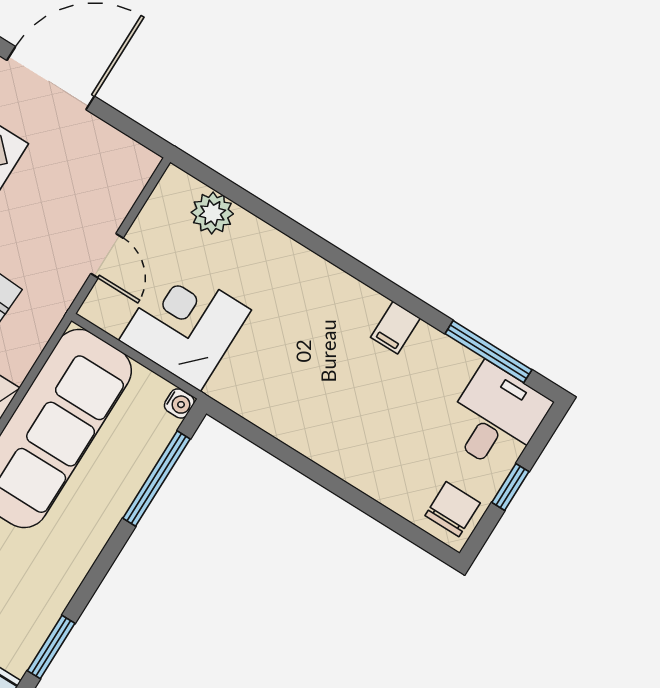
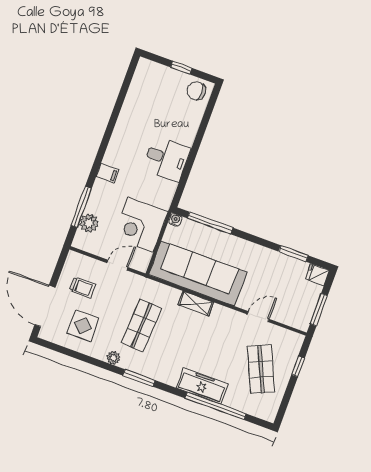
trolley: (74, 168) -> (82, 287), added
filing cabinet: (395, 328) -> (107, 173), moved
window: (488, 352) -> (81, 207), moved
desk: (496, 418) -> (167, 159), moved, turned 180

